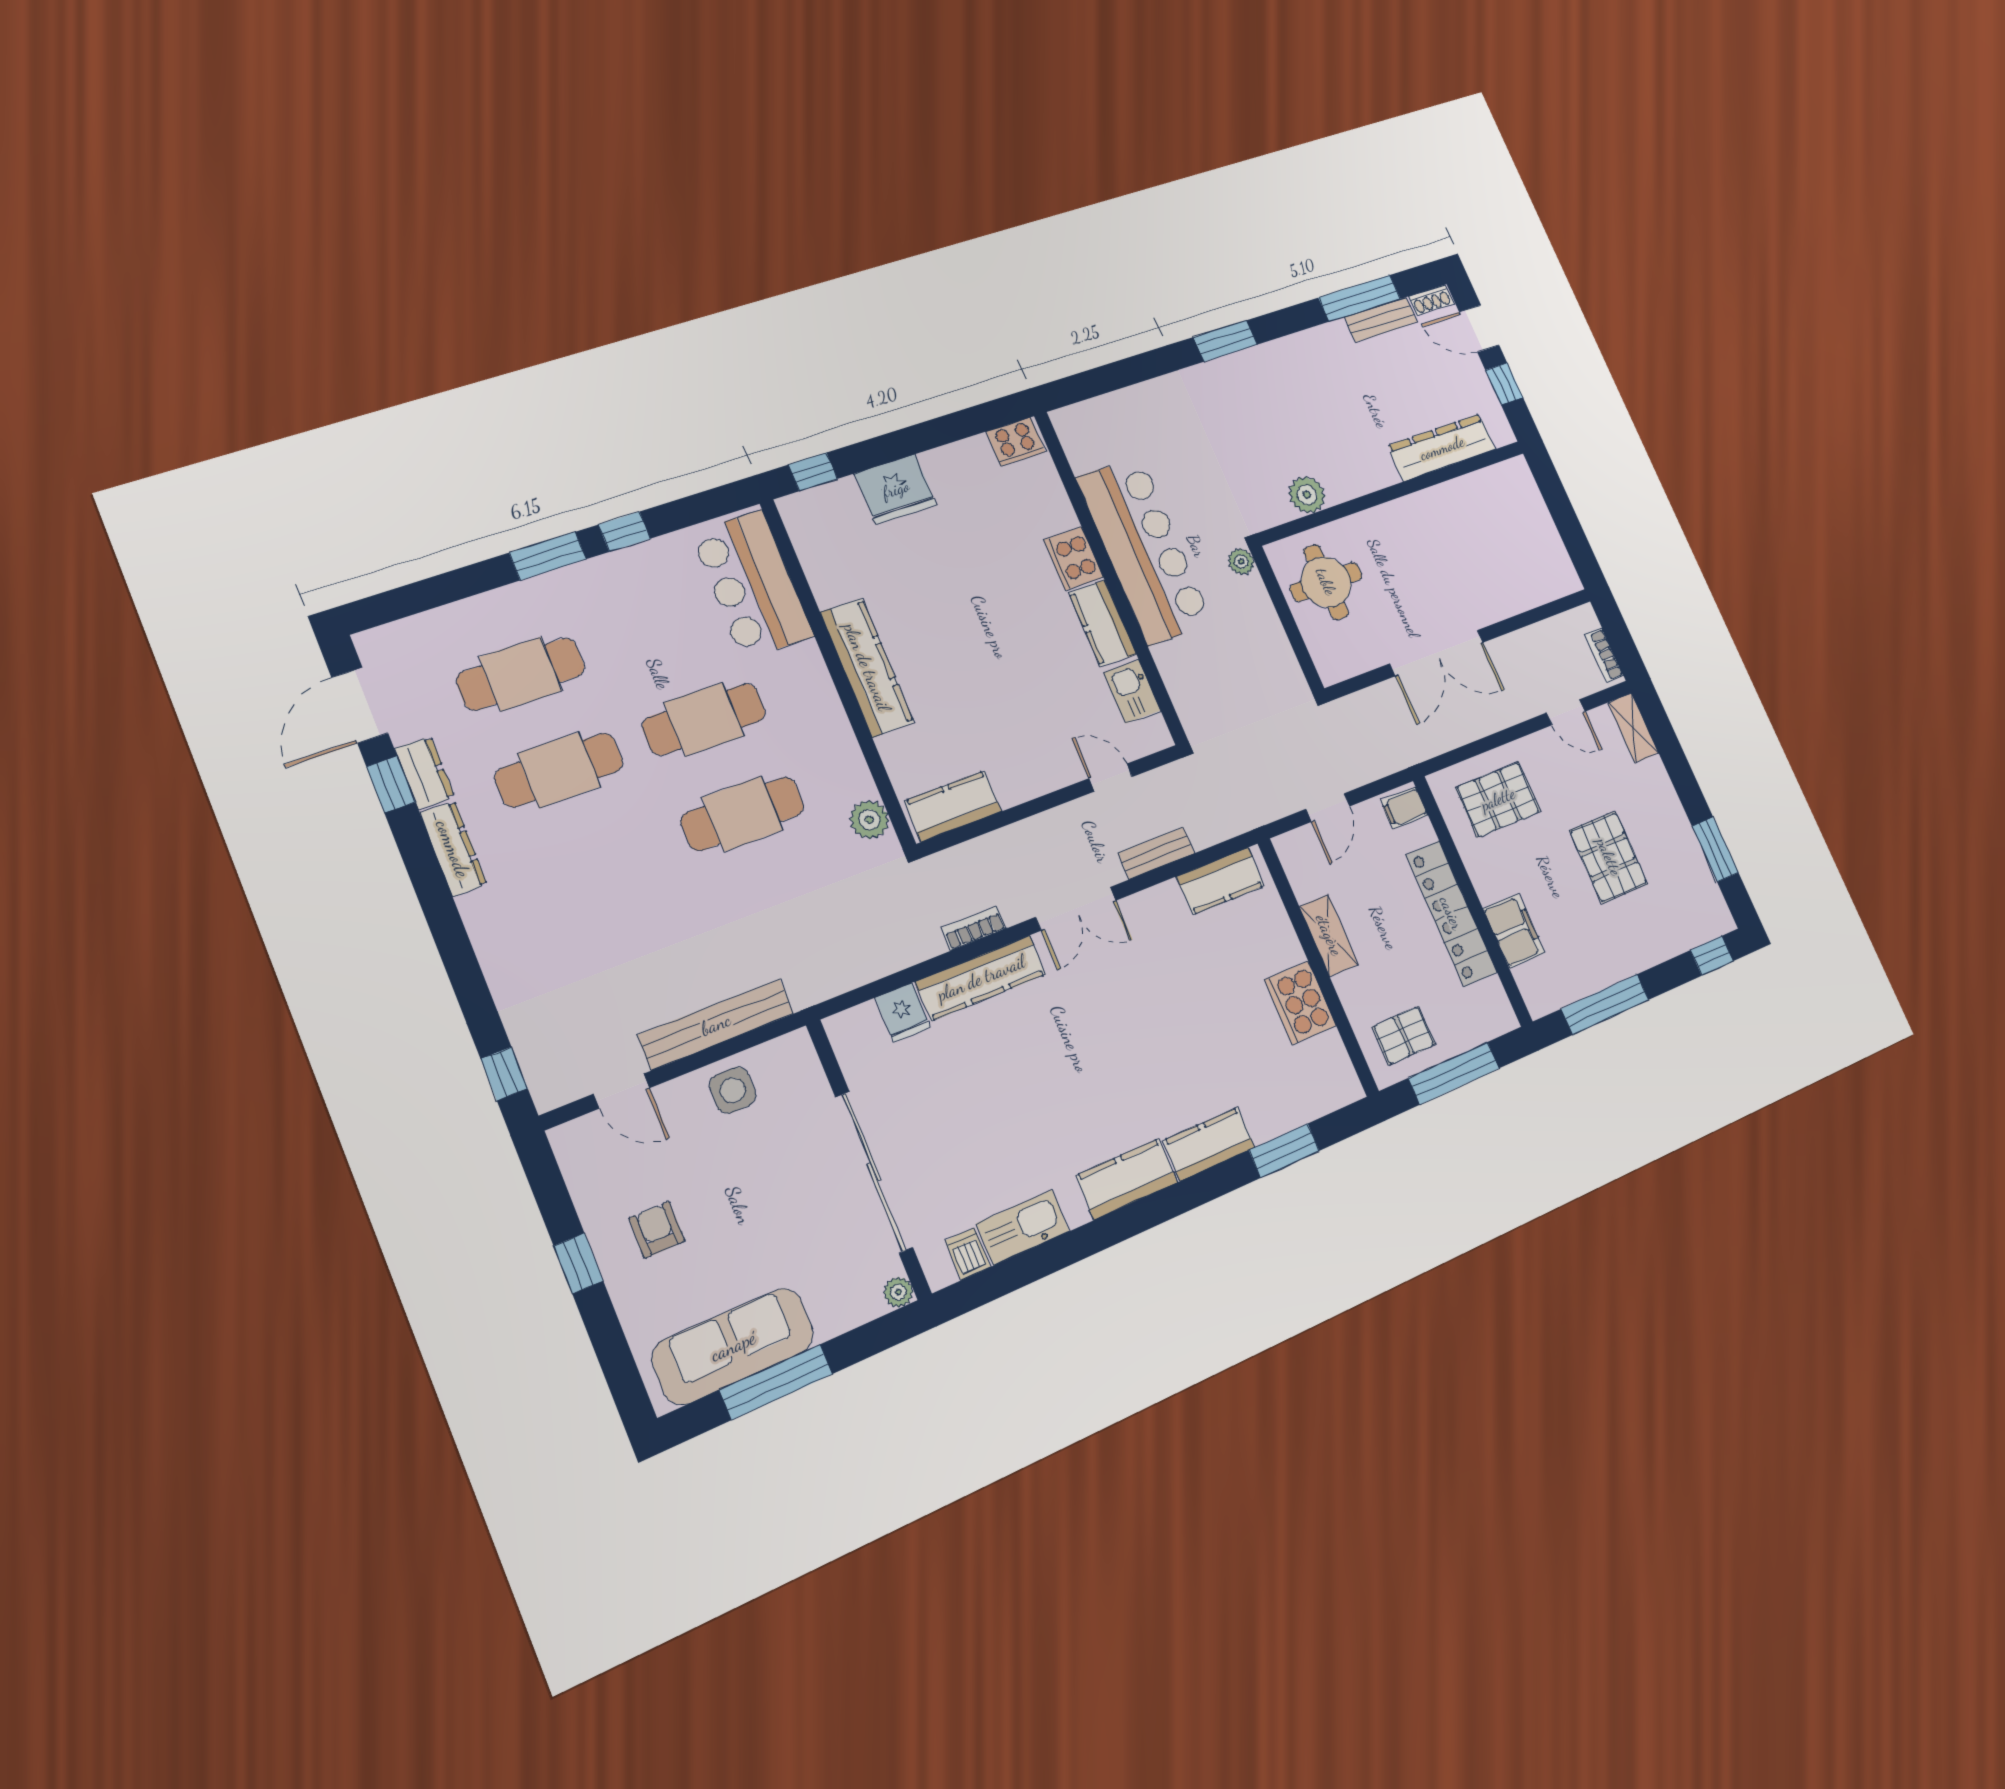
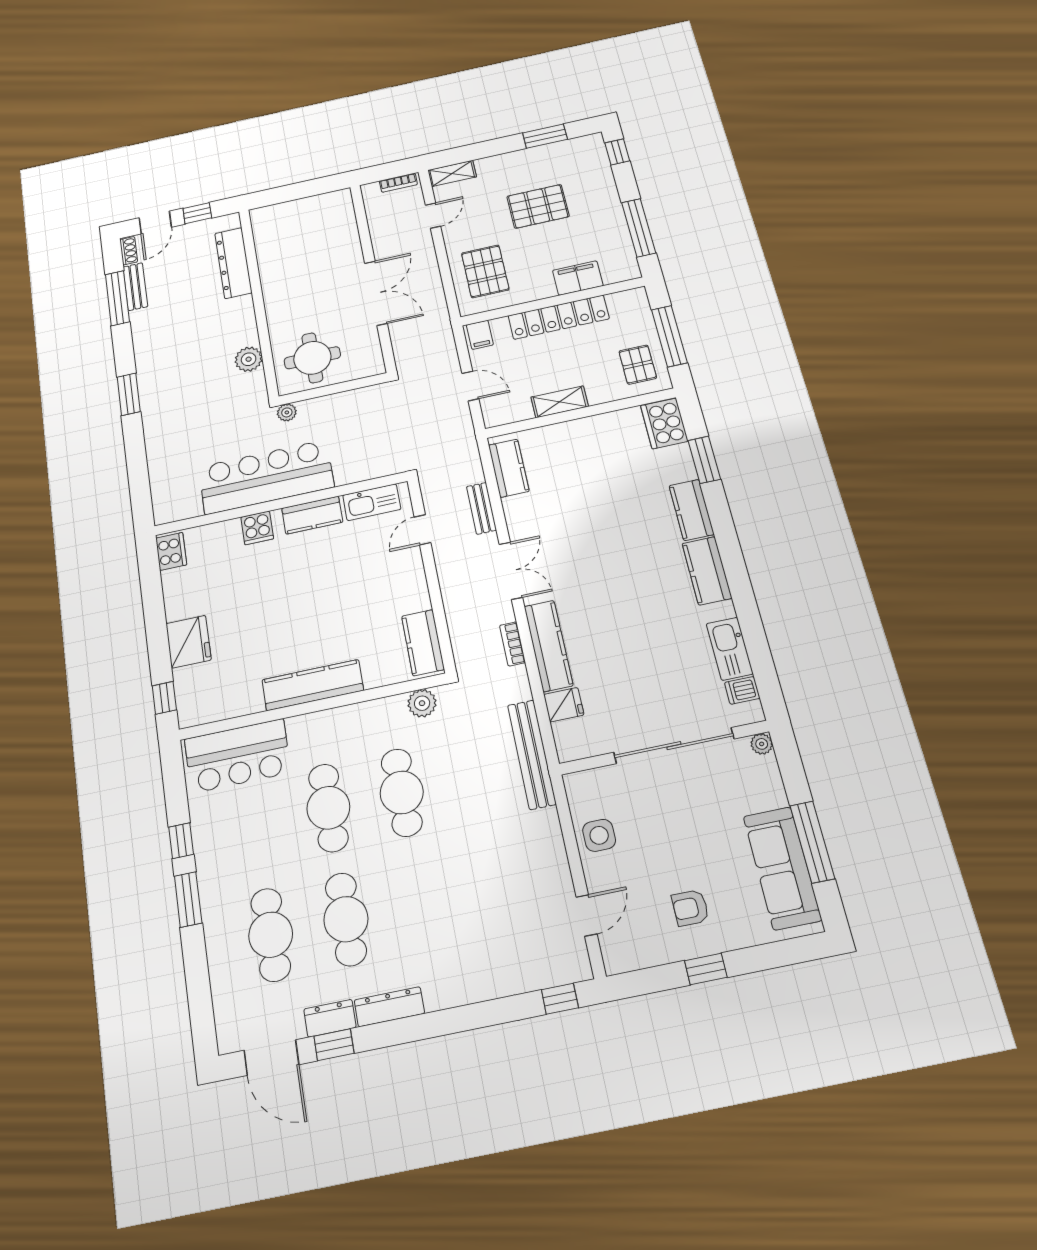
cooker: (1074, 559) -> (257, 528), width x0.73
kitchen sink: (1132, 692) -> (372, 502), width x1.38
cooker: (1300, 1003) -> (664, 423), moved, turned 90
bench: (716, 1024) -> (532, 754), moved

